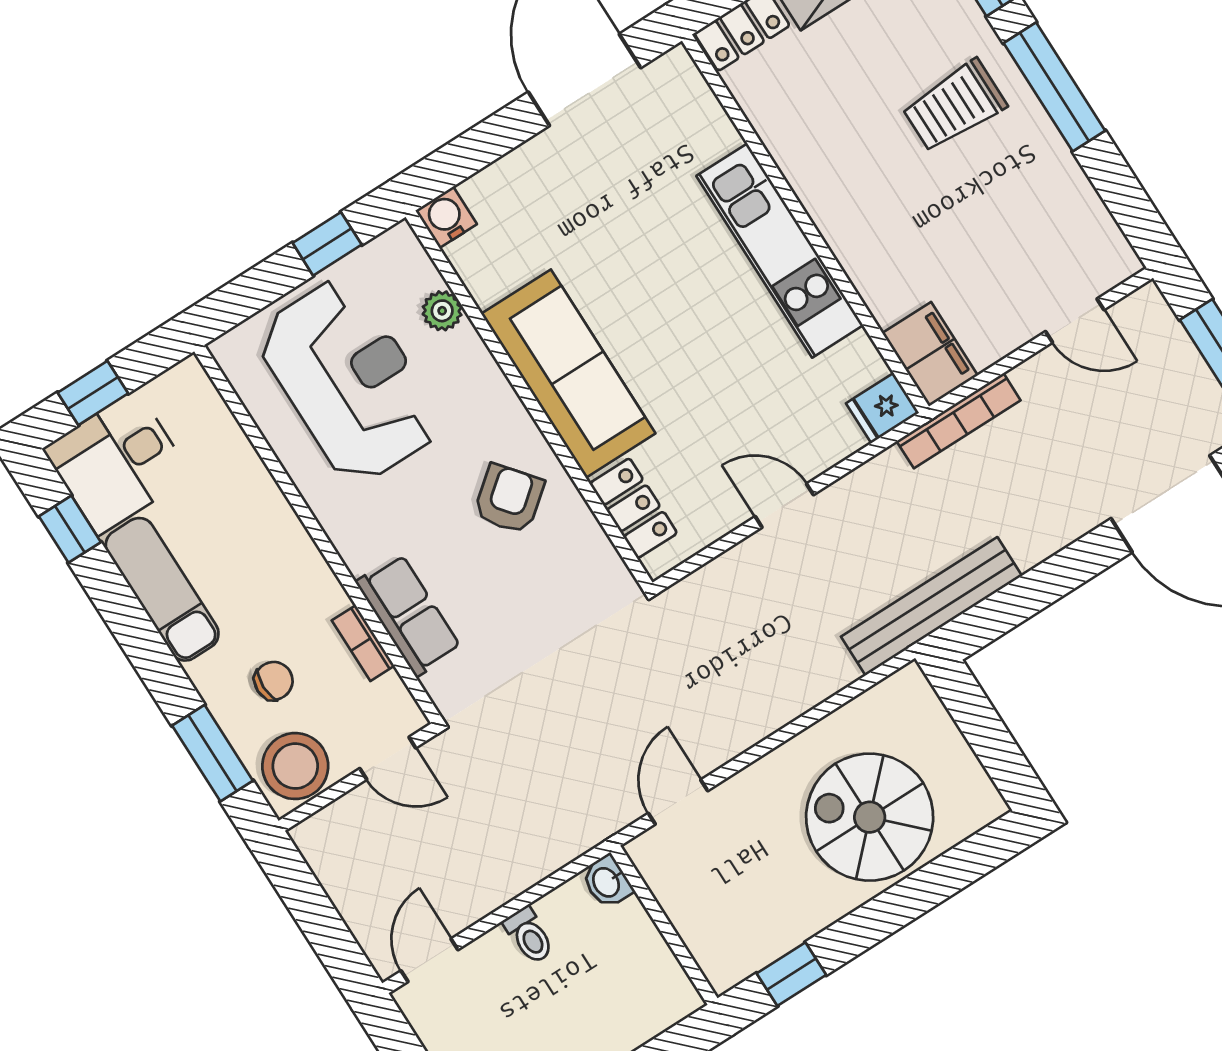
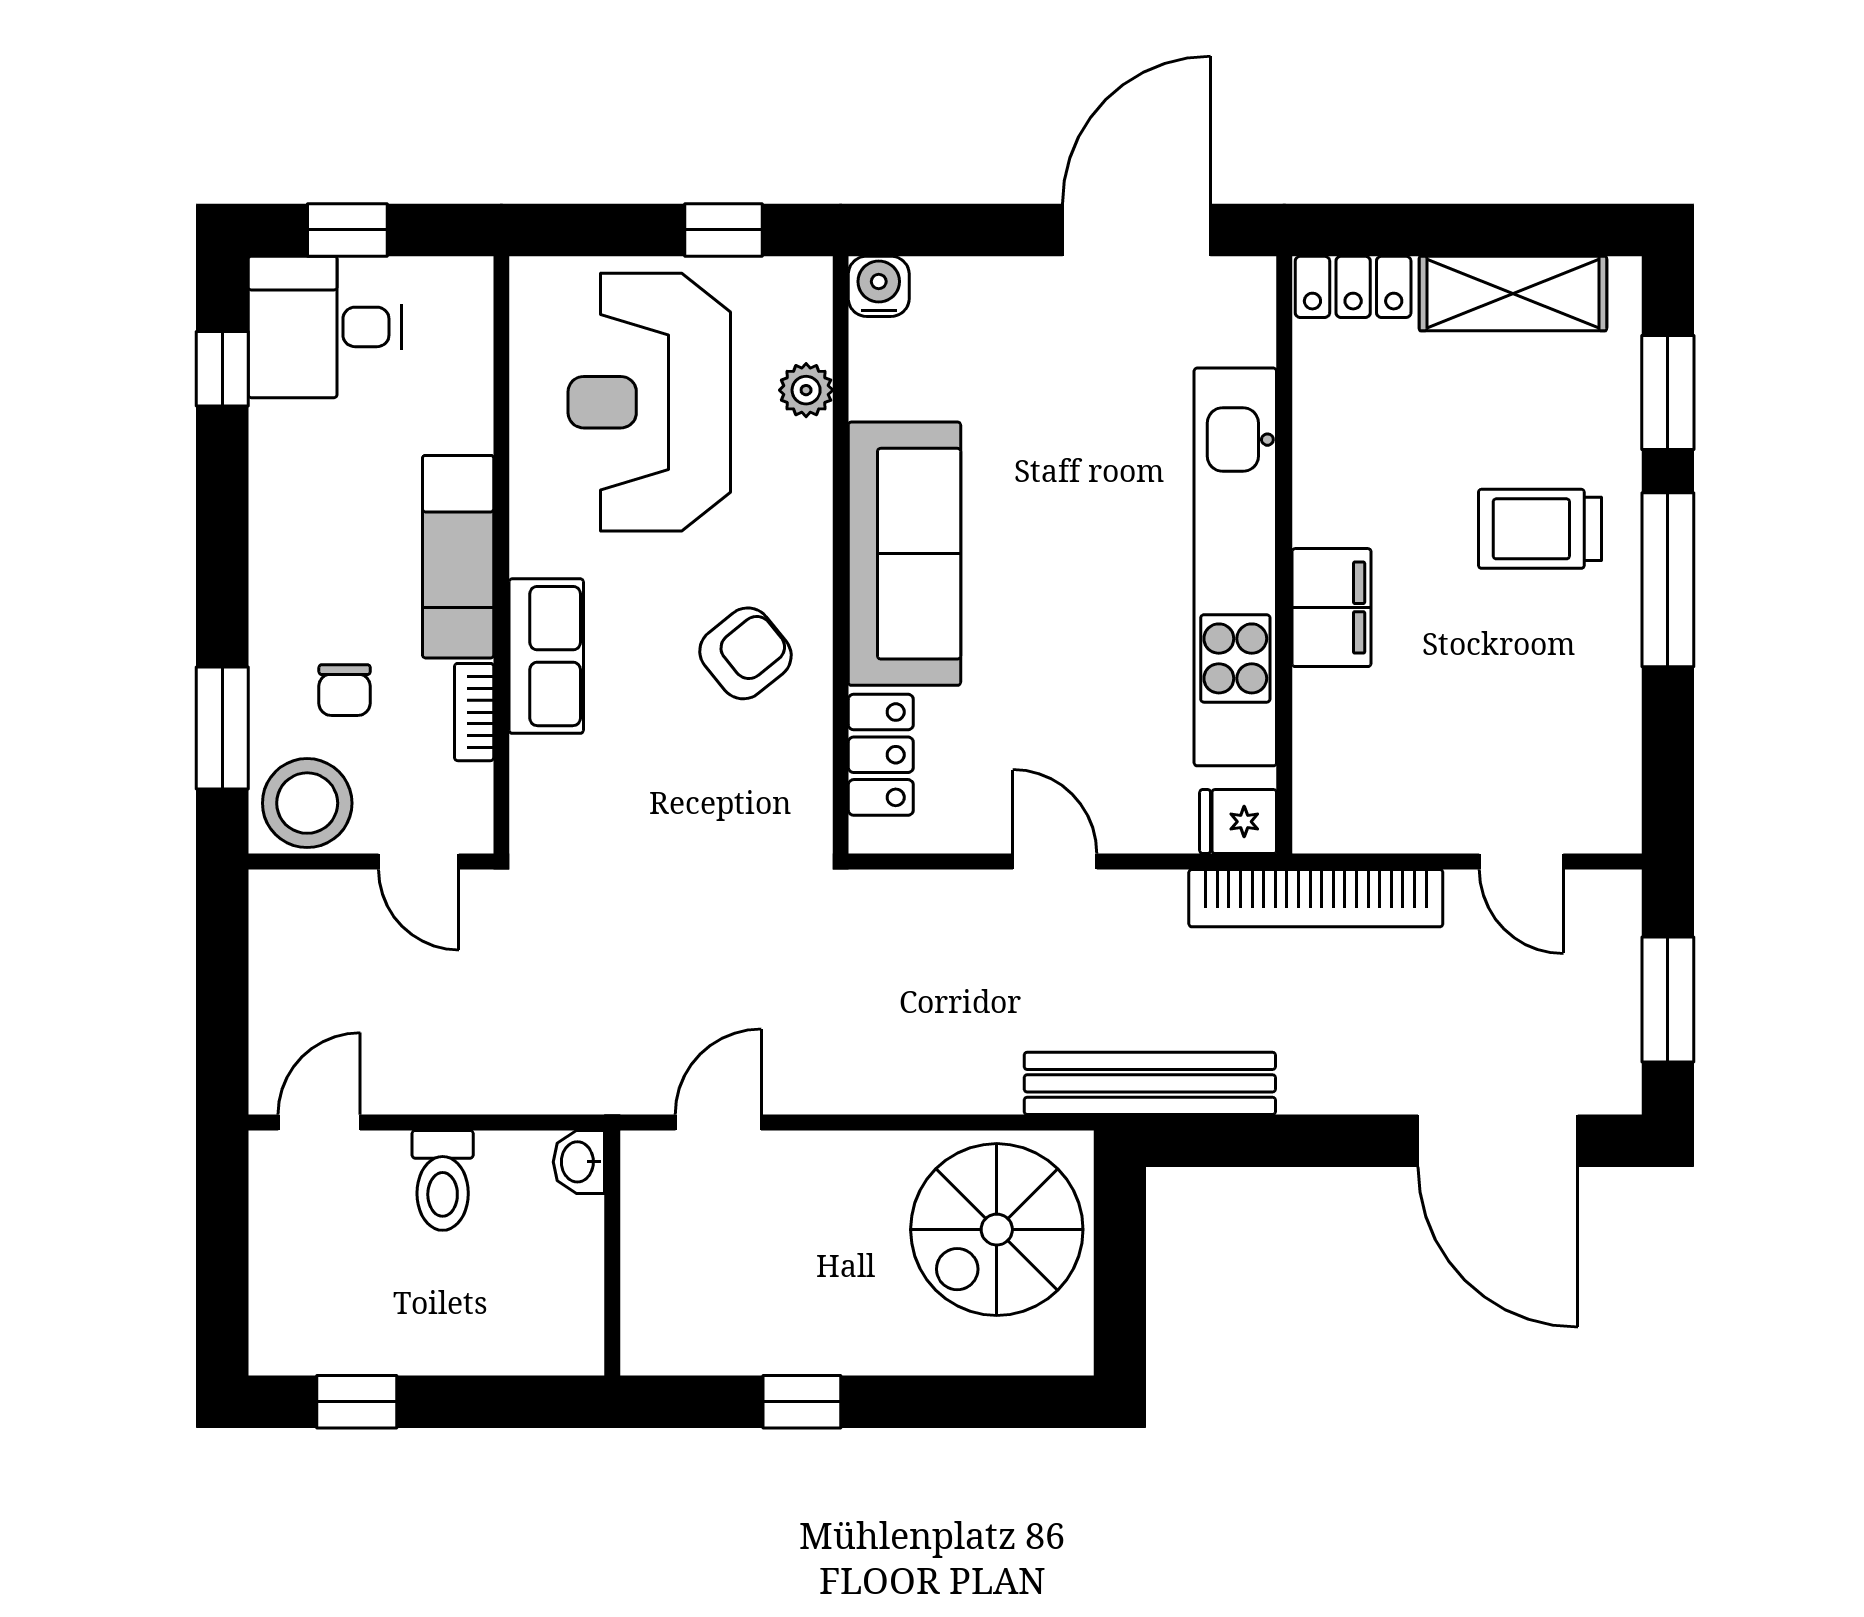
kitchen unit: (780, 251) -> (1235, 567), width x1.36
filing cabinet: (930, 354) -> (1331, 608), moved
reception desk: (349, 381) -> (649, 402), turned 180
bookcase: (959, 421) -> (1316, 898), width x1.48, depth x1.31
exam couch: (162, 589) -> (458, 557), moved, turned 180
row of seats: (408, 615) -> (546, 656), moved
chair: (274, 681) -> (345, 690), turned 90
spiral stairs: (870, 817) -> (997, 1230), moved, turned -90
toilet: (529, 935) -> (443, 1180), width x1.37, depth x1.39
window: (791, 974) -> (802, 1402), moved

